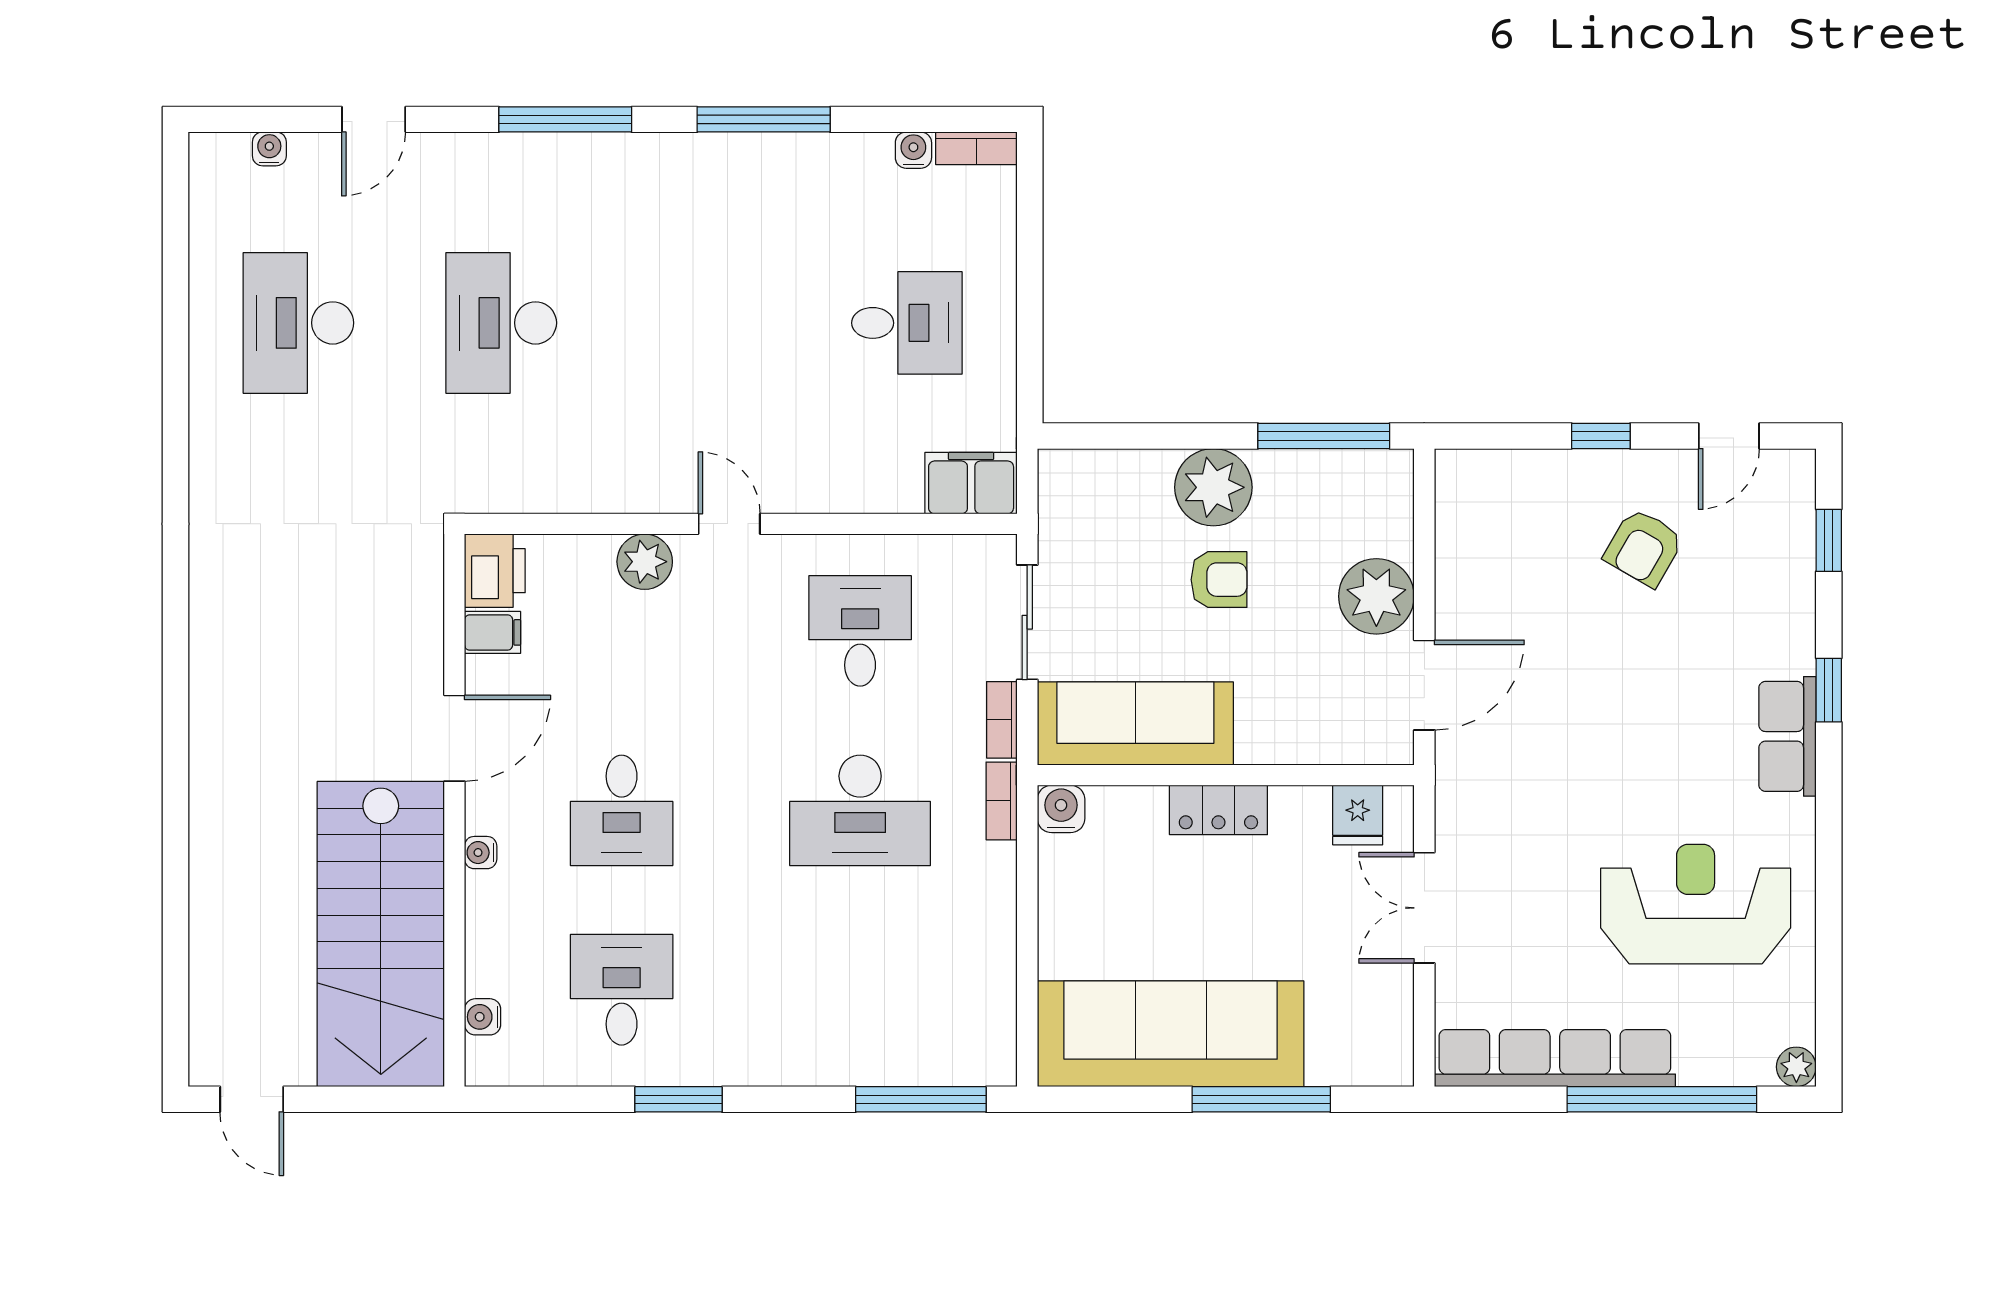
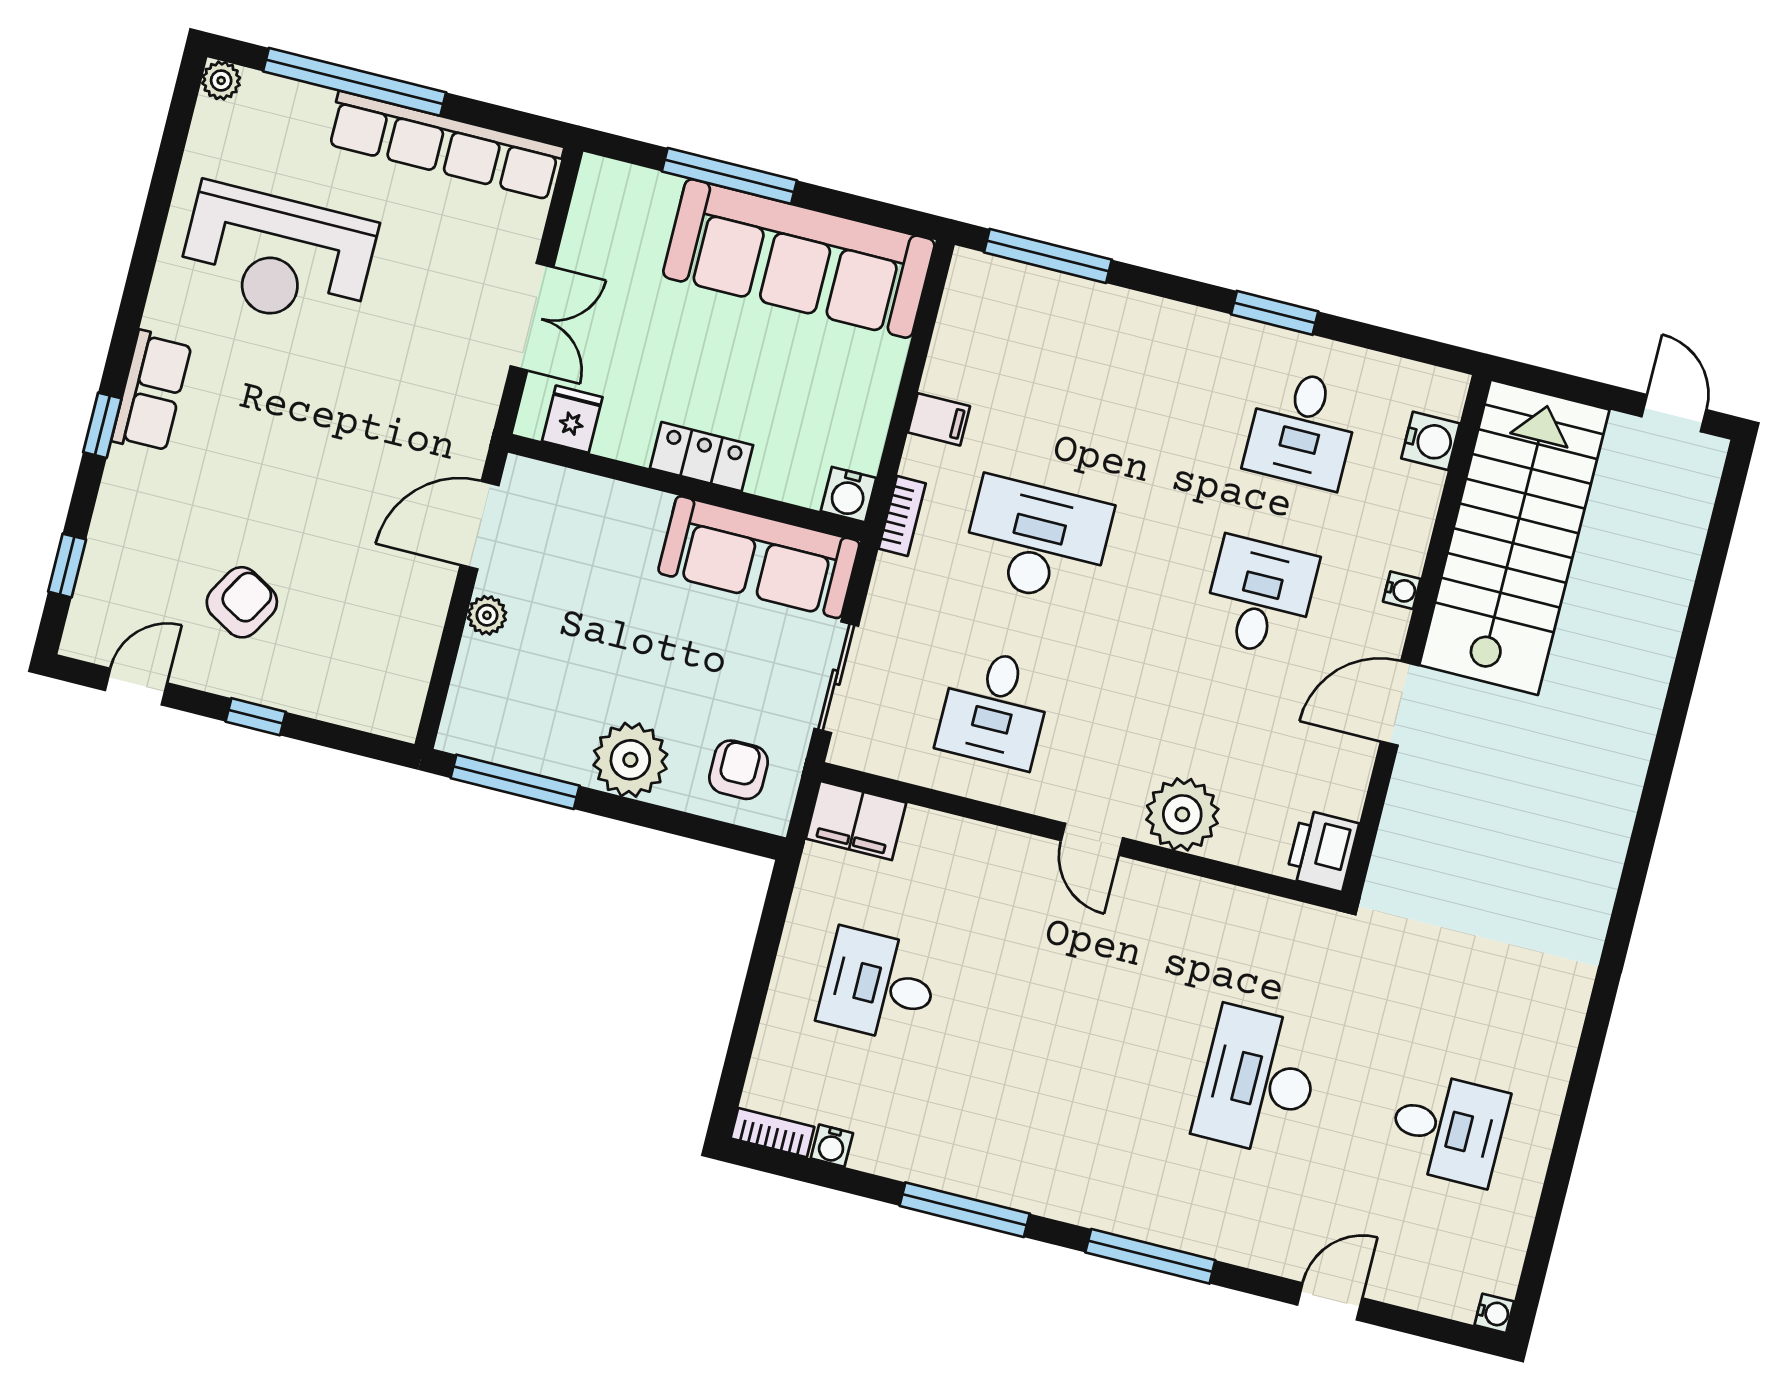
water cooler: (269, 149) -> (1494, 1313), moved, turned -90
desk: (298, 323) -> (1448, 1129), width x0.73
desk: (501, 323) -> (1258, 1081), turned 180
plant: (645, 562) -> (1182, 814), width x1.36, depth x1.36
armchair: (1219, 580) -> (739, 770), moved, turned 90
plant: (1376, 596) -> (487, 615), width x0.53, depth x0.53
filing cabinet: (493, 632) -> (939, 419), moved, turned 180
bookcase: (1002, 720) -> (883, 592), removed
water cooler: (483, 1017) -> (1430, 441), width x1.38, depth x1.38

